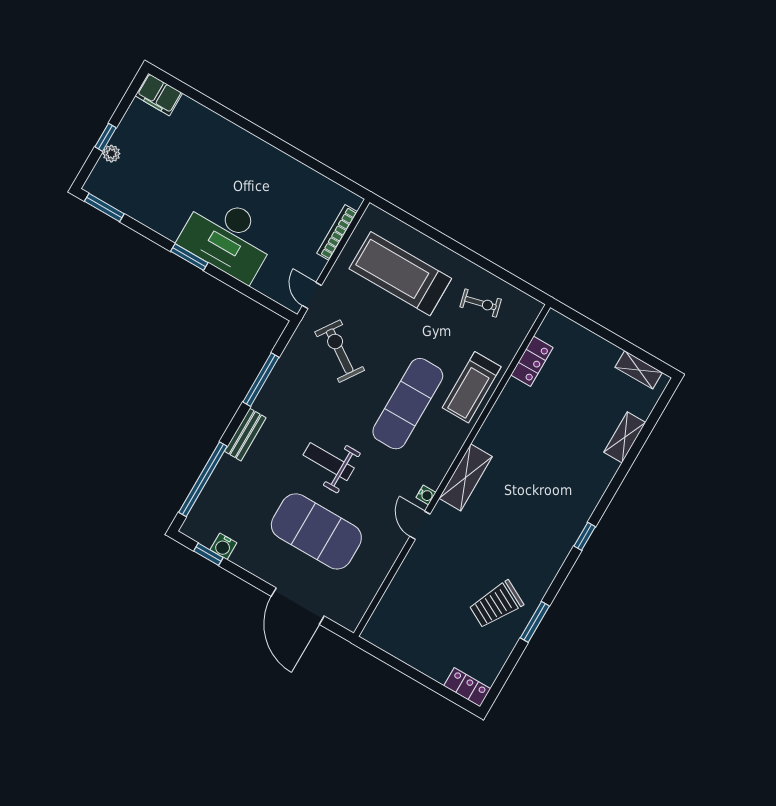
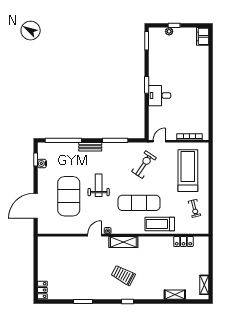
desk: (228, 237) -> (160, 96), width x0.53, depth x0.77
trolley: (496, 604) -> (123, 275), moved

